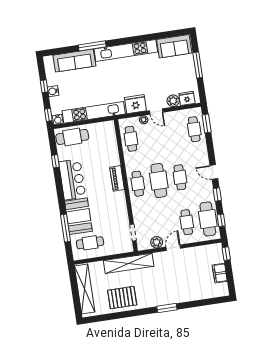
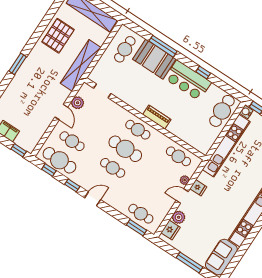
fridge: (135, 104) -> (198, 188), width x0.53, depth x0.75
window: (55, 161) -> (203, 73), moved
window: (66, 228) -> (163, 46), moved

